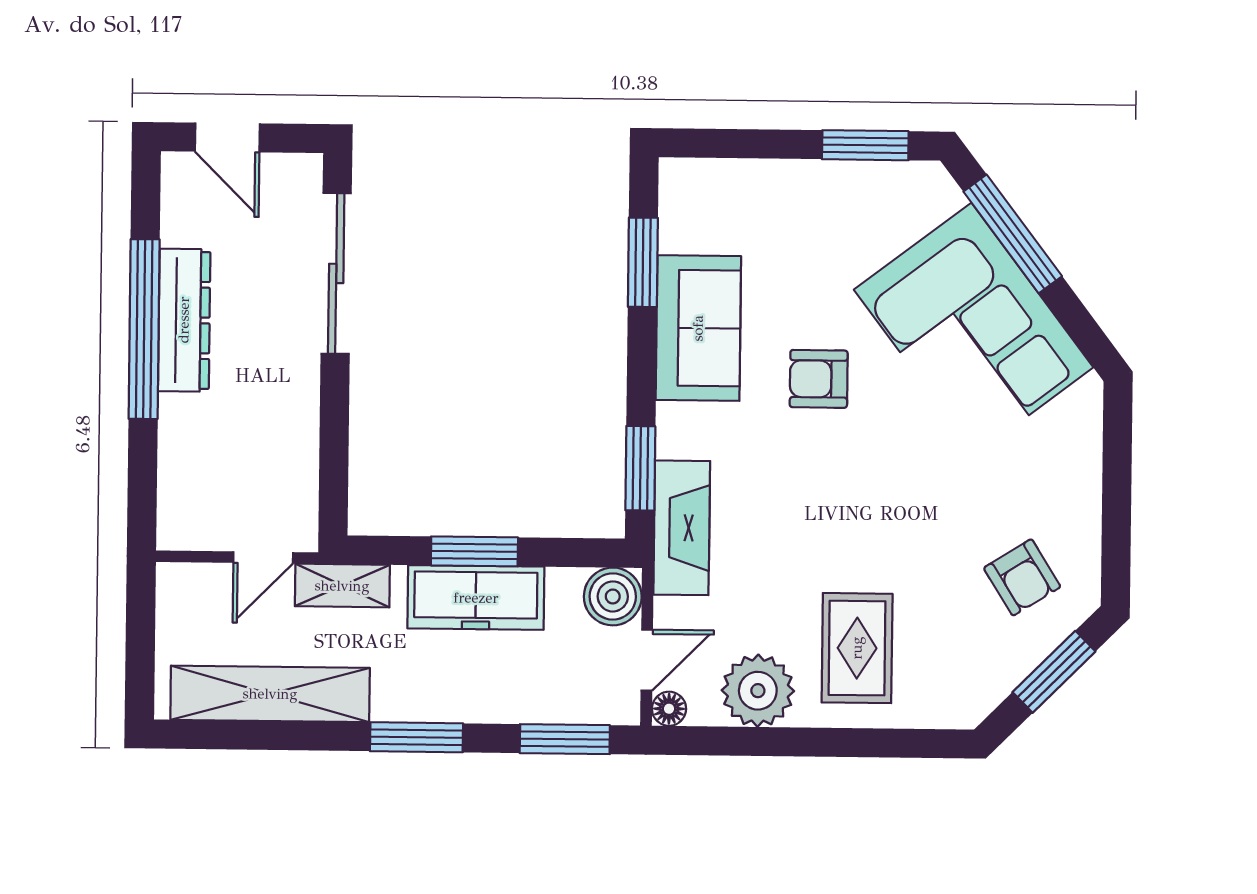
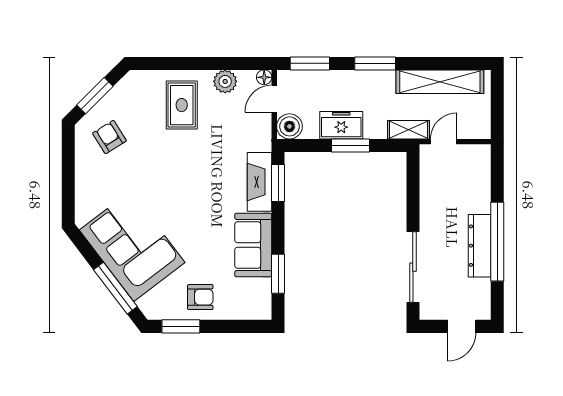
door: (227, 137) -> (462, 326), swing flipped
armchair: (819, 379) -> (200, 297), moved
fireplace: (682, 528) -> (260, 182), moved
freezer: (476, 598) -> (341, 125), width x0.71
plant: (758, 691) -> (225, 81), width x0.73, depth x0.73

